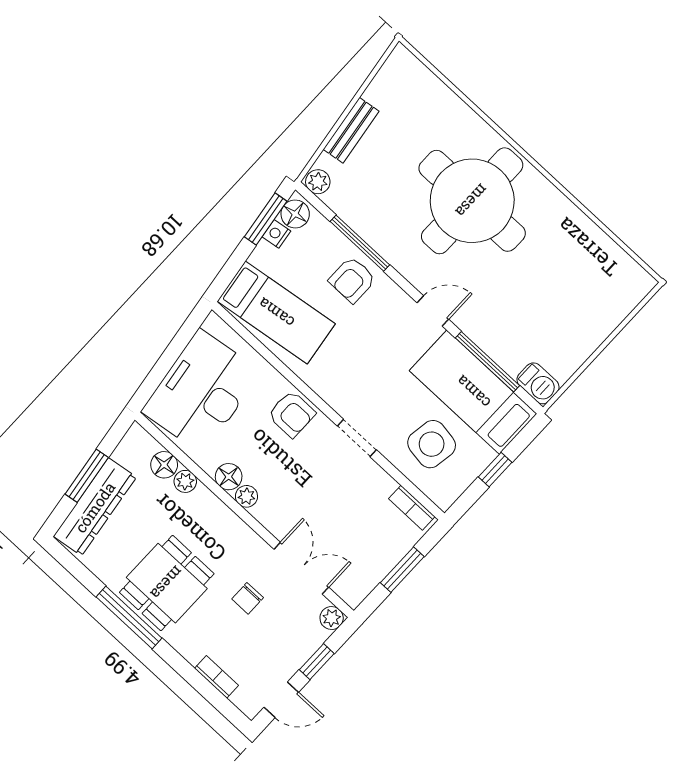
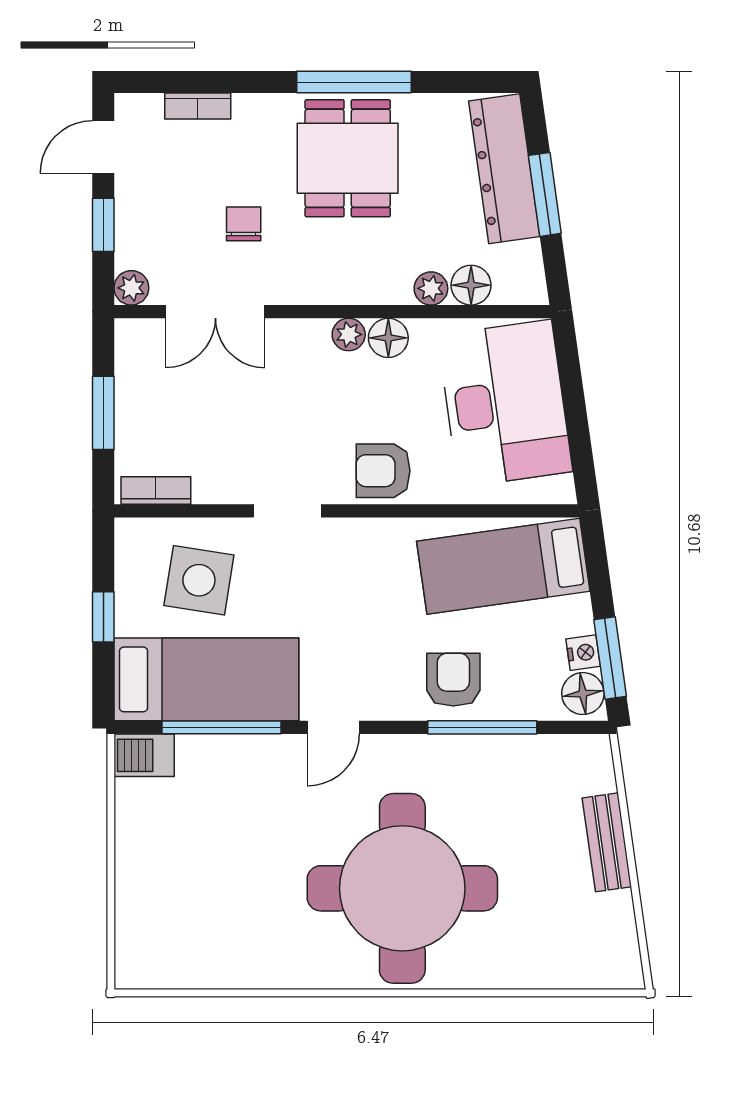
plant: (318, 182) -> (591, 752), removed

